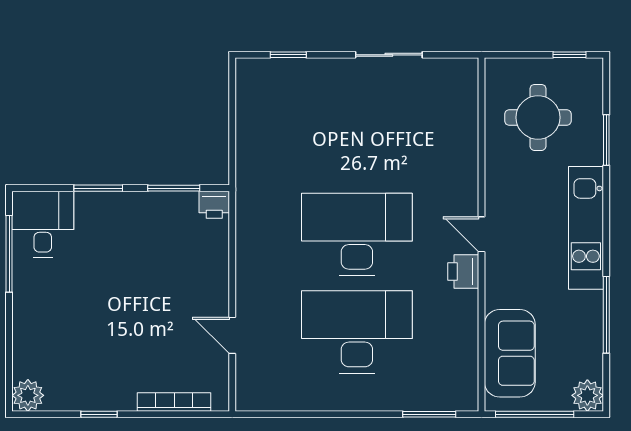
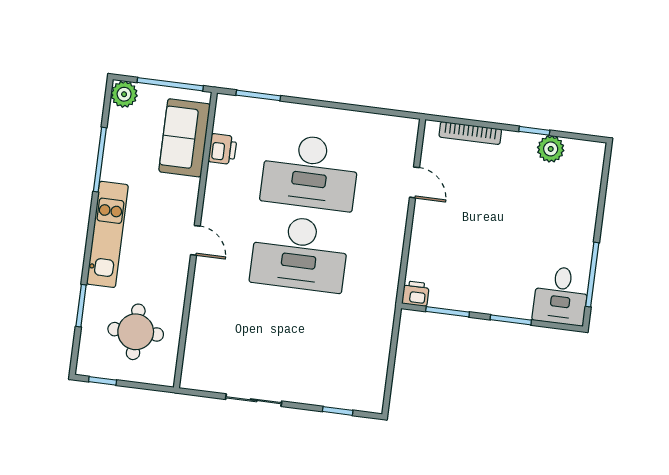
printer: (463, 272) -> (223, 149), moved
plant: (28, 395) -> (551, 149), moved

